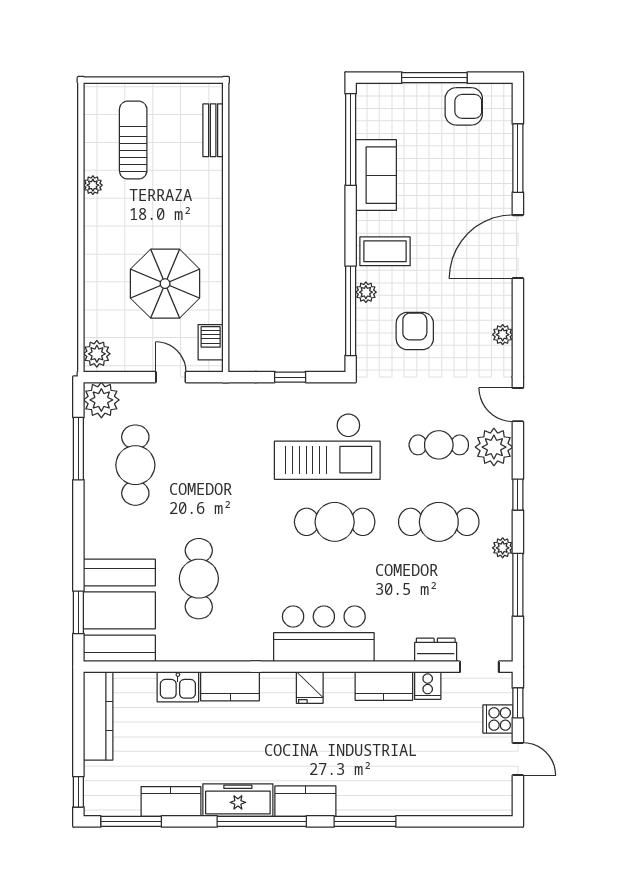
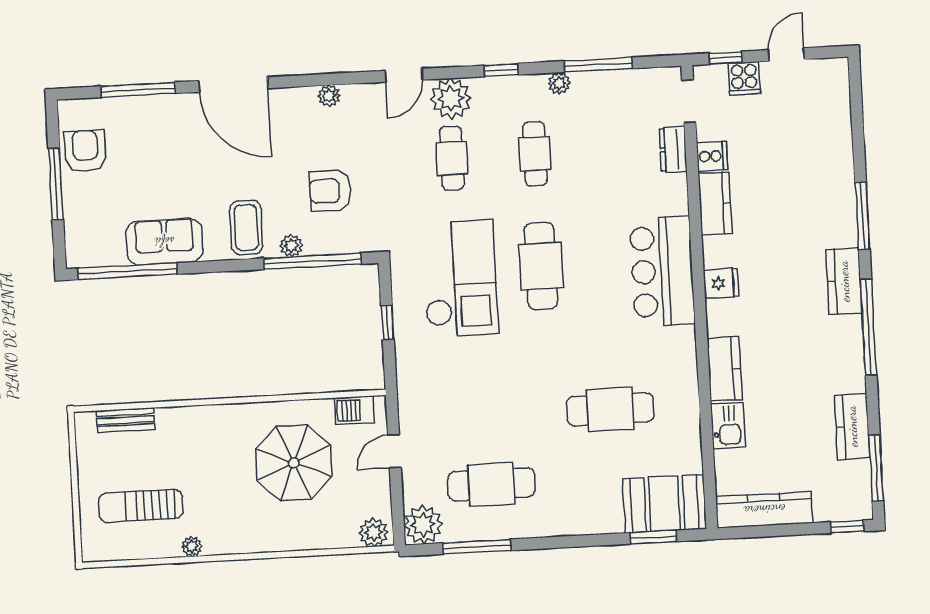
cafe table: (439, 522) -> (535, 154), width x0.73, depth x0.74
booth: (119, 610) -> (664, 504), width x0.73, depth x0.70
freezer: (238, 800) -> (847, 354), removed

